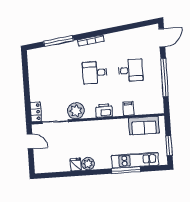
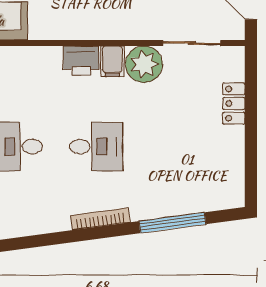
filing cabinet: (128, 109) -> (112, 61), moved
locker: (36, 112) -> (234, 104), moved

